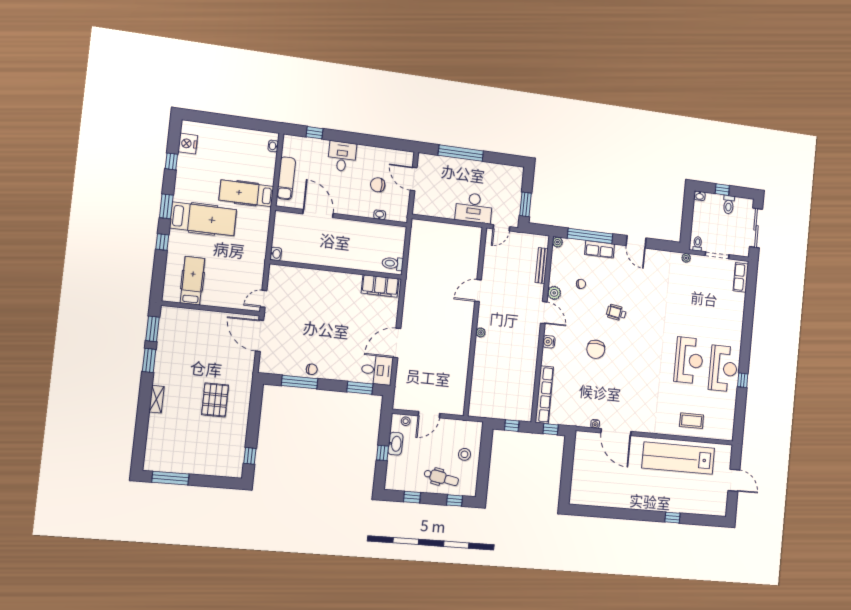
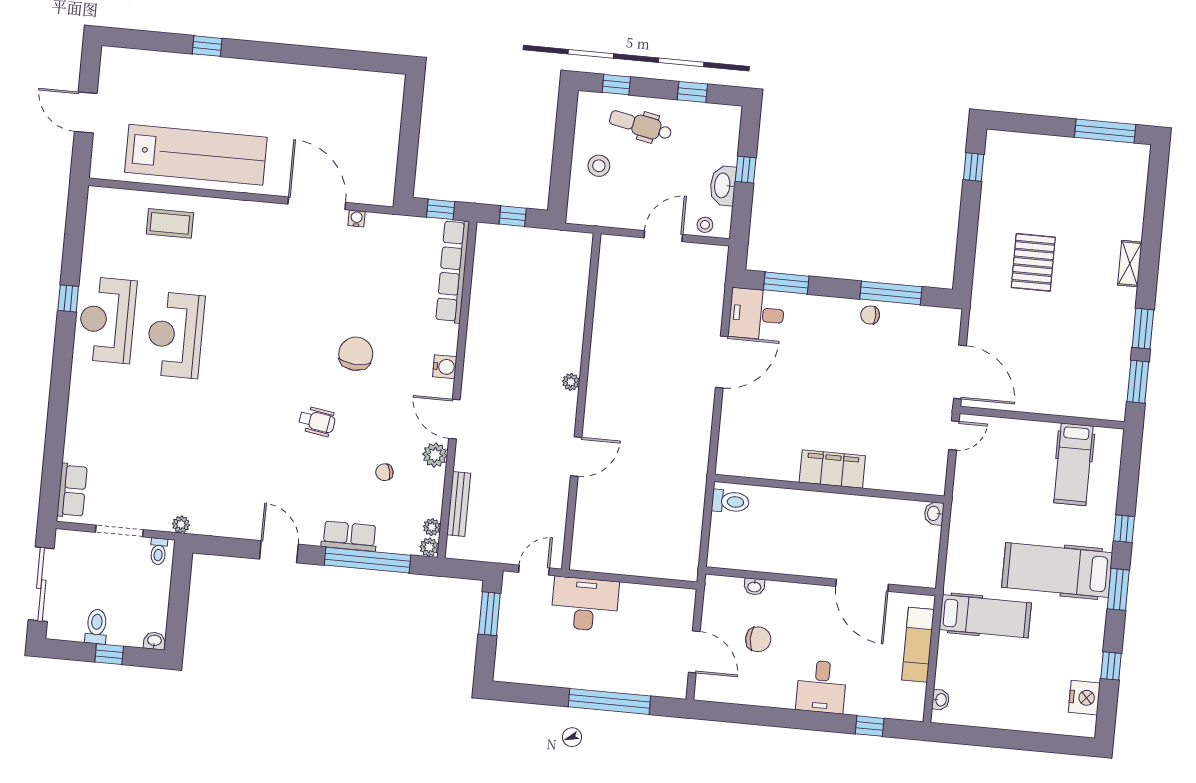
plant: (556, 253) -> (432, 527), added
filing cabinet: (380, 286) -> (832, 469), moved

